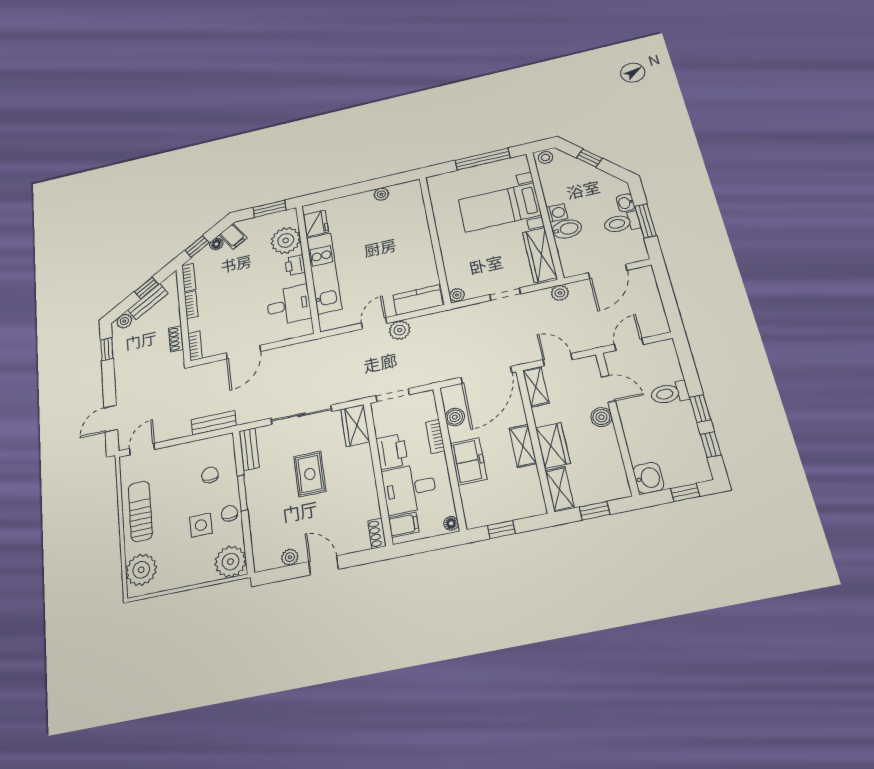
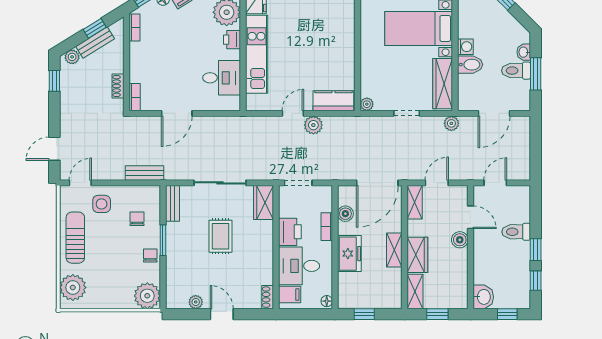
bookcase: (191, 305) -> (134, 56), removed
door: (558, 360) -> (437, 183), hinge flipped
side table: (201, 525) -> (102, 204), moved

